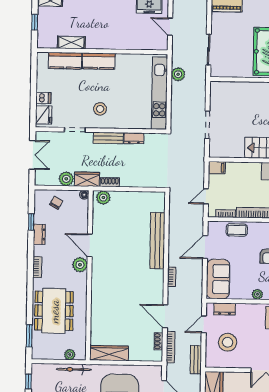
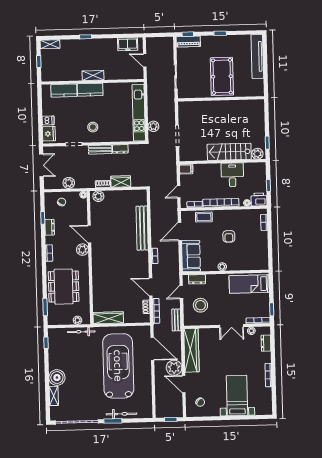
shelving: (71, 42) -> (93, 75), moved
plant: (178, 74) -> (153, 126), moved
wardrobe: (87, 179) -> (121, 182), moved

